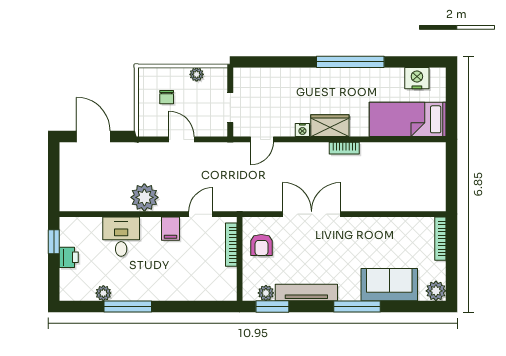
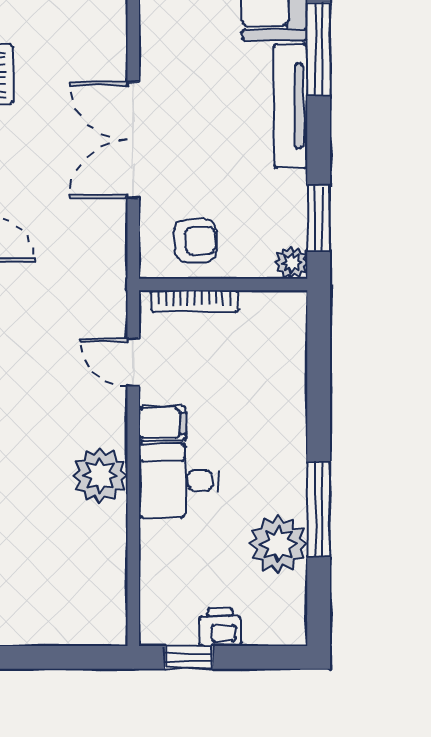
desk: (121, 237) -> (179, 481), moved
plant: (103, 293) -> (278, 544), width x1.88, depth x1.88
plant: (266, 293) -> (291, 263), moved
tv unit: (306, 293) -> (291, 106), moved

